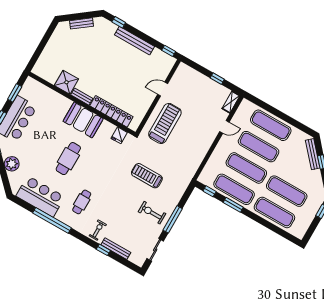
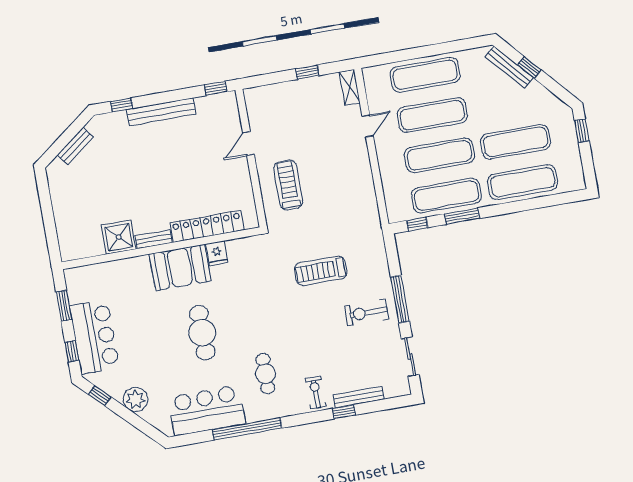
treadmill: (165, 123) -> (288, 185), width x0.73, depth x0.73
fridge: (119, 135) -> (217, 253), moved

